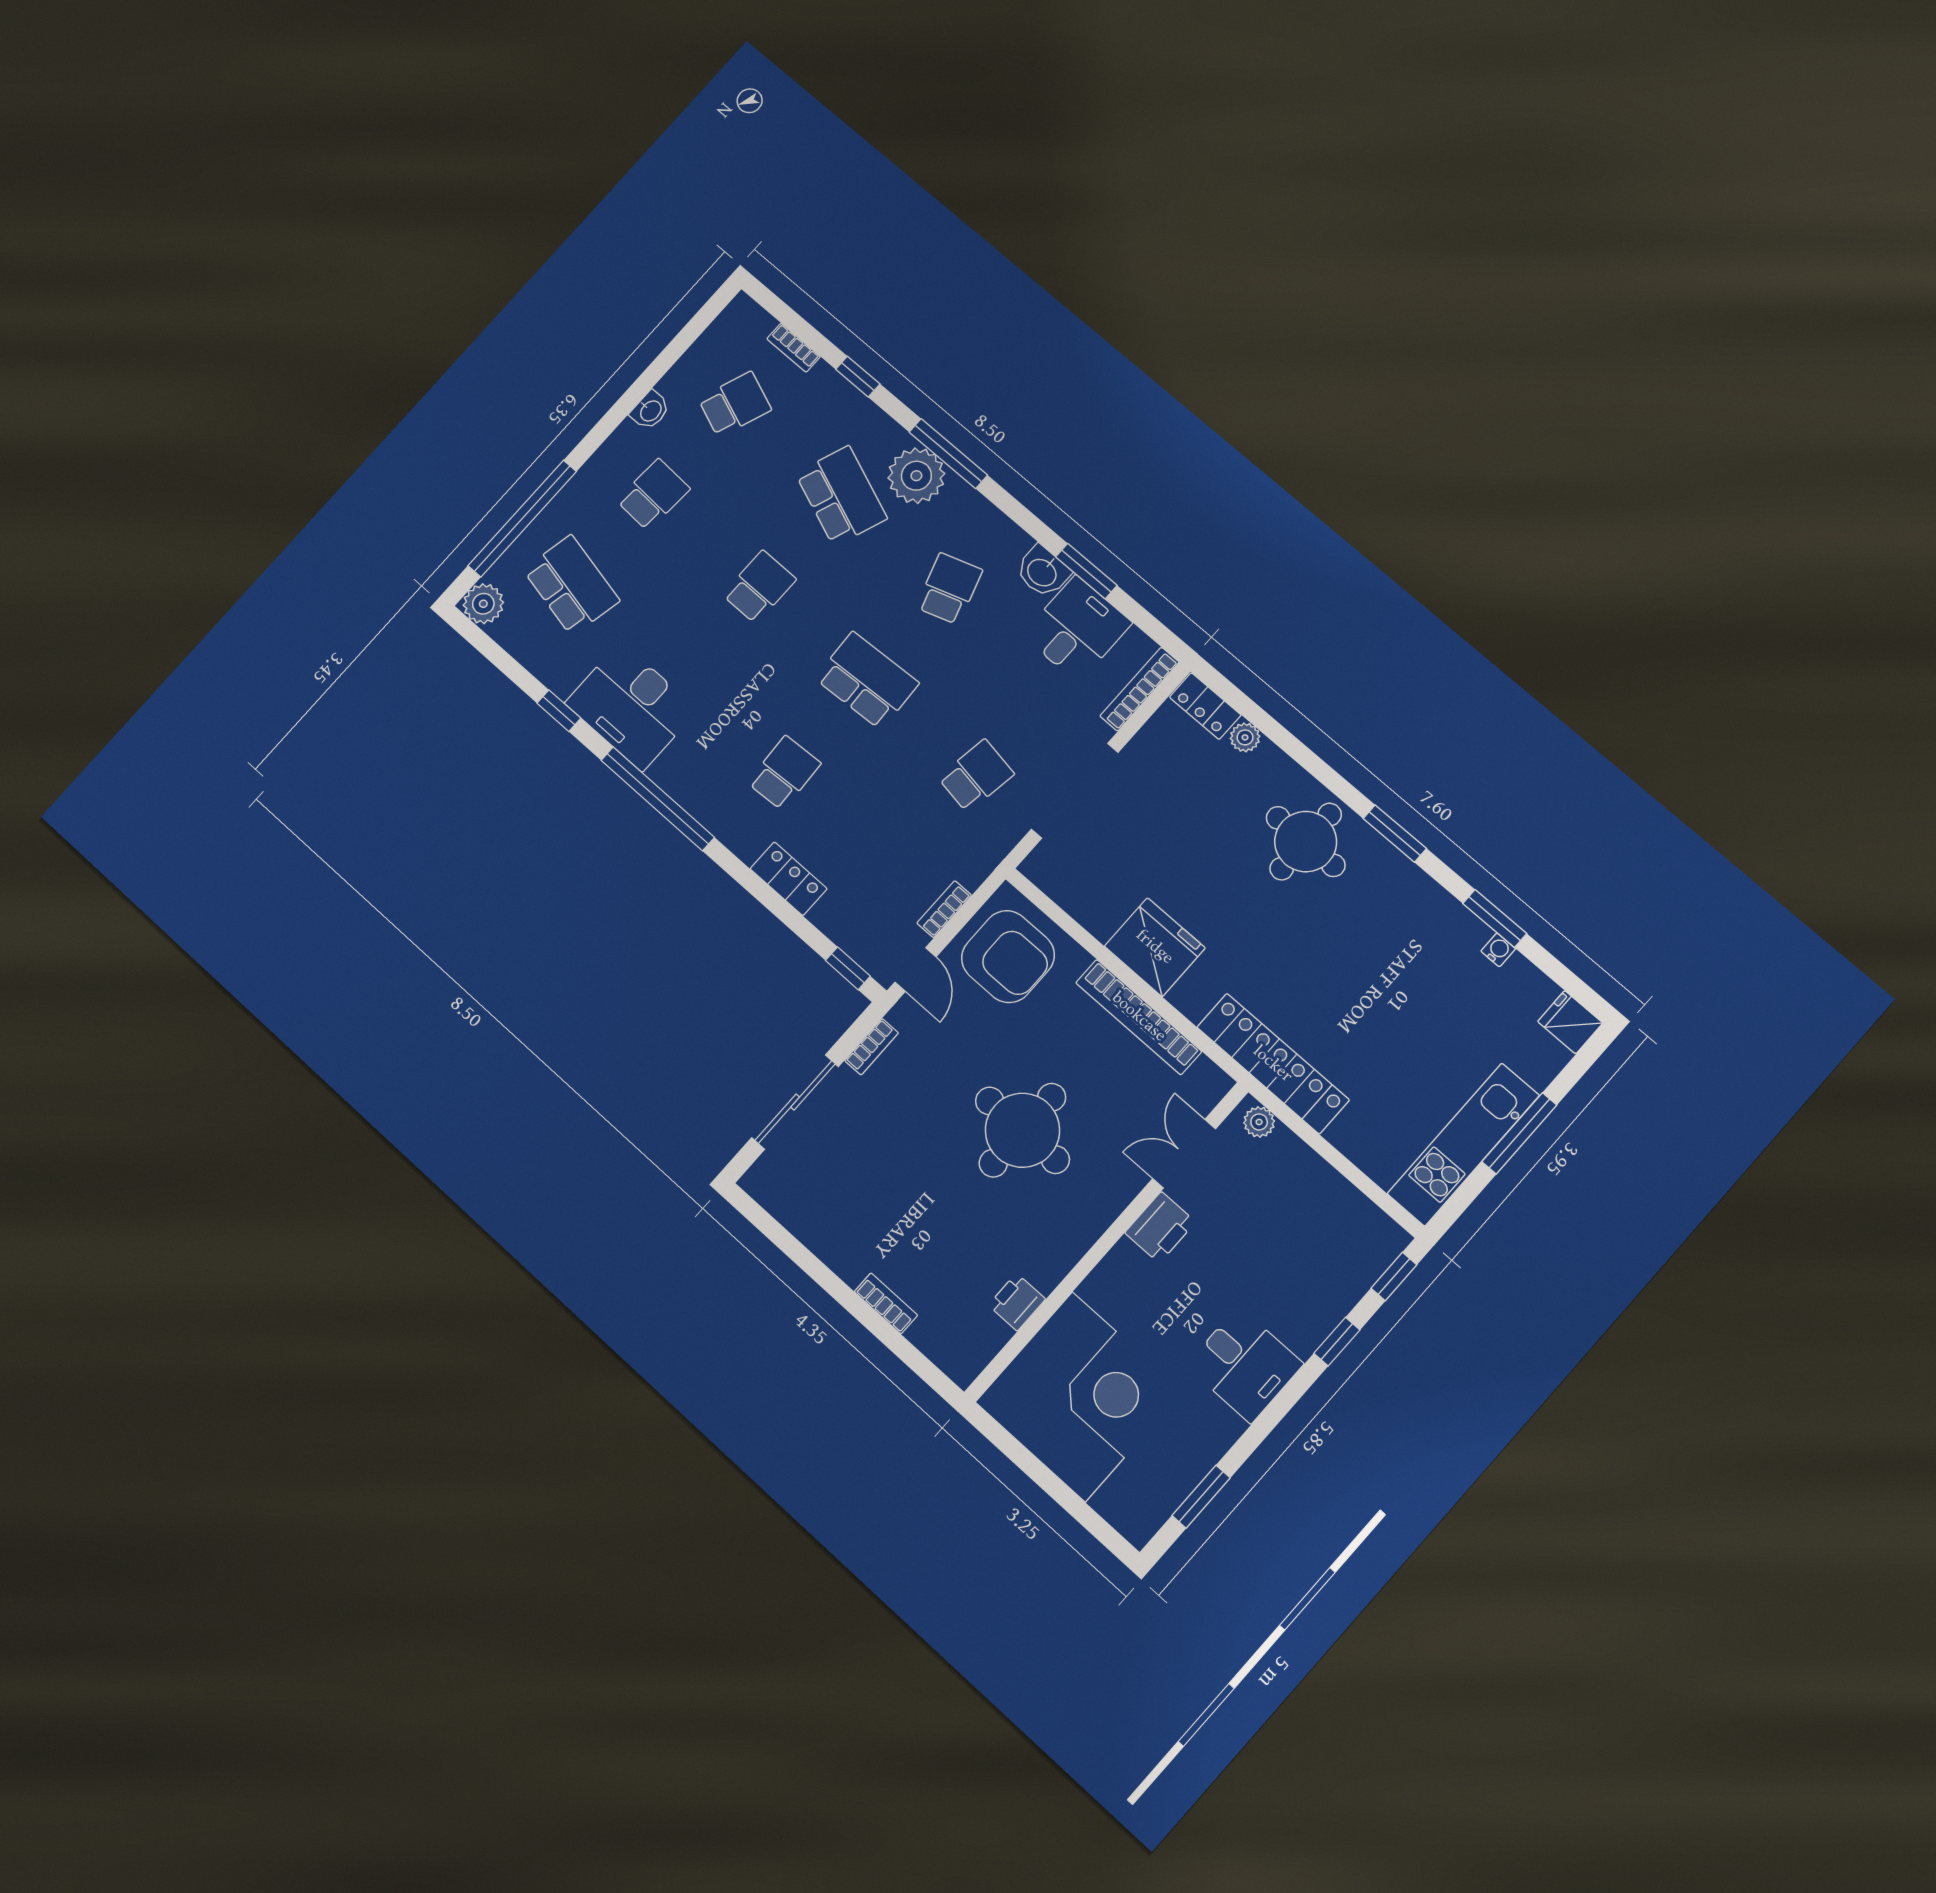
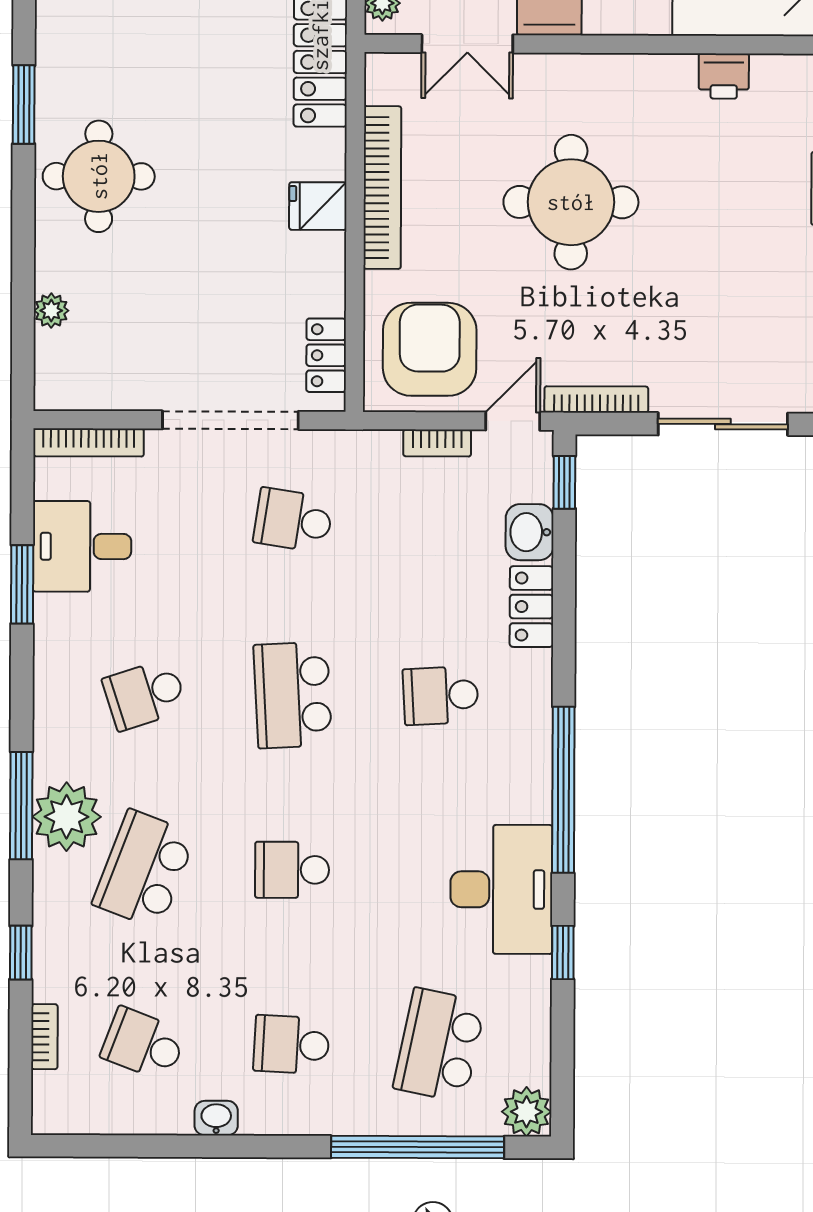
washbasin: (1043, 572) -> (530, 532), moved, turned 180
locker: (1205, 706) -> (326, 355), moved, turned 180
fridge: (1155, 947) -> (318, 206), width x0.53, depth x0.75
bookcase: (872, 1047) -> (596, 399), width x1.56

